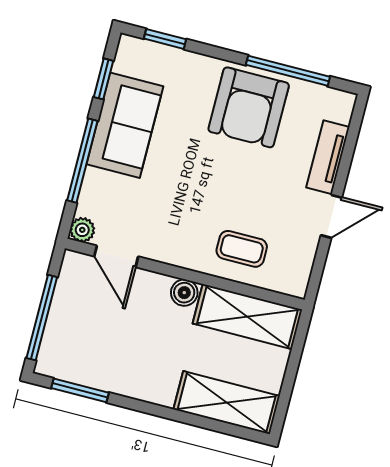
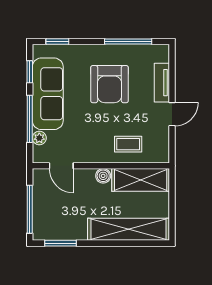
armchair: (249, 107) -> (110, 84), moved
sofa: (125, 125) -> (48, 94), width x1.36
plant: (82, 230) -> (39, 138), moved
shelving: (227, 403) -> (128, 229), width x1.47

